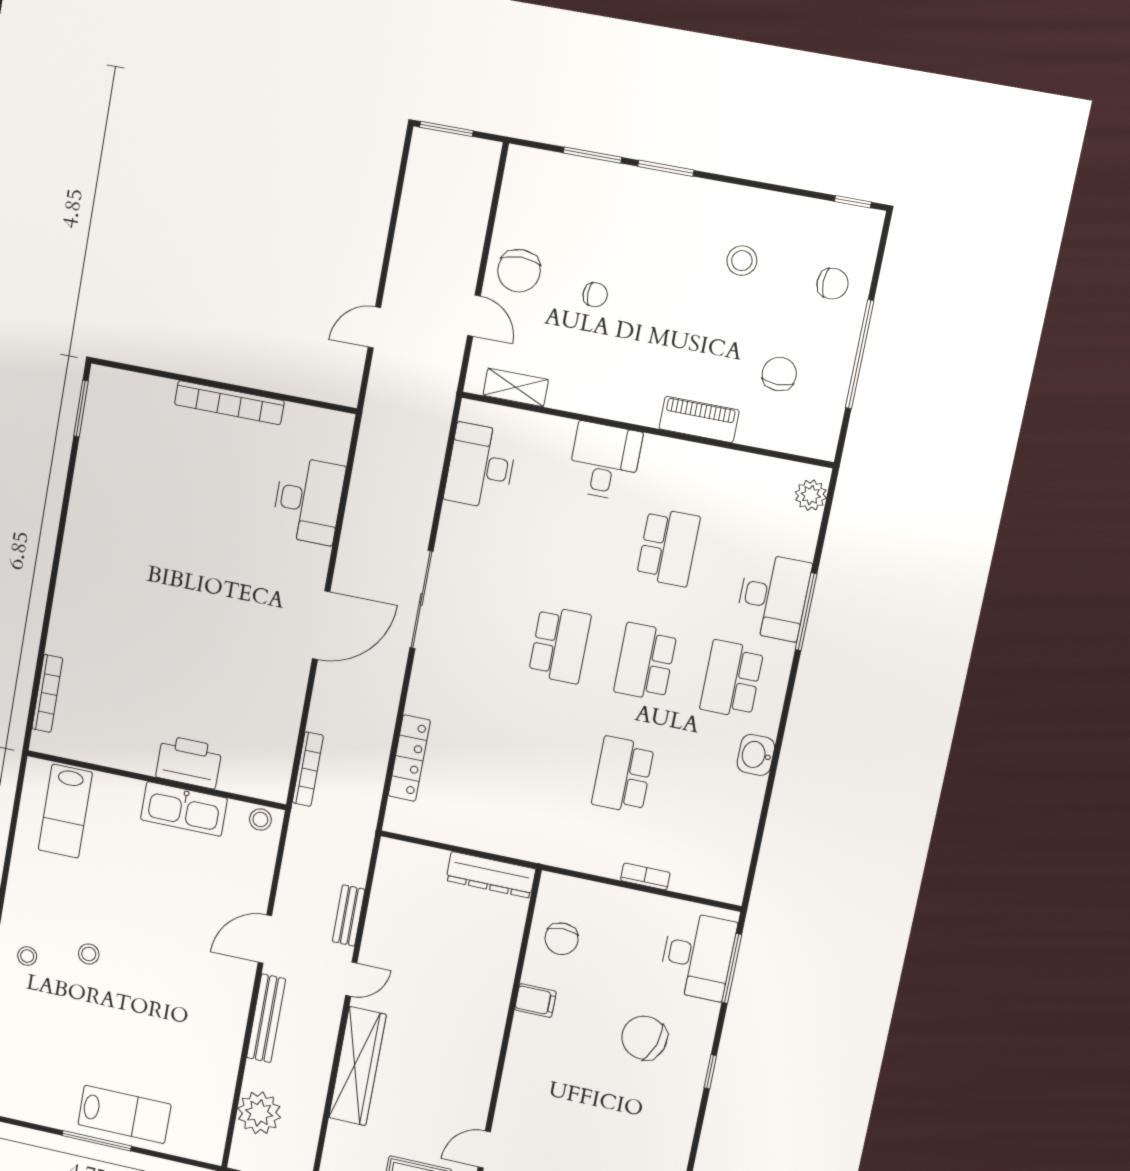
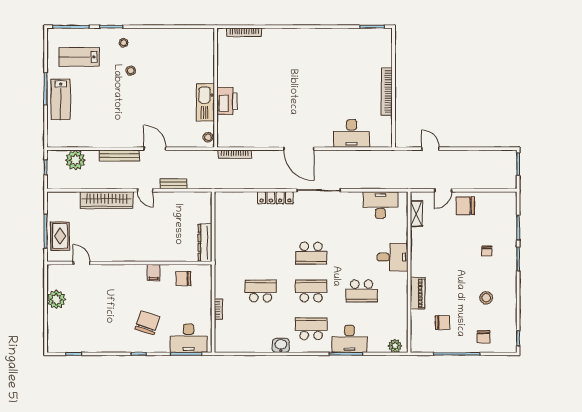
chair: (595, 295) -> (487, 251), moved
locker: (409, 758) -> (275, 198), moved
lab bench: (65, 811) -> (79, 57), moved

